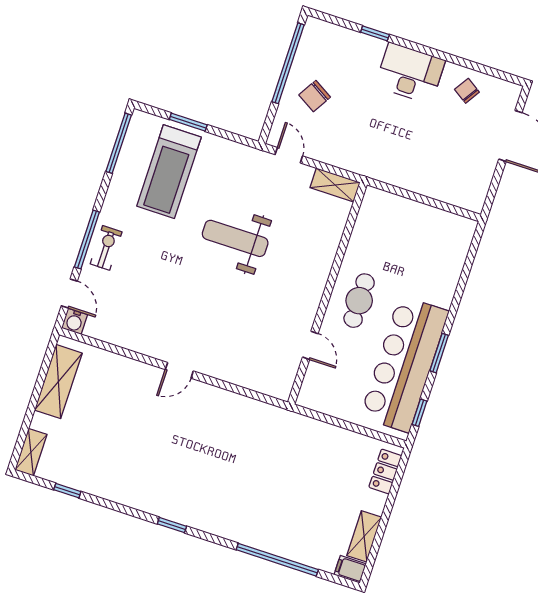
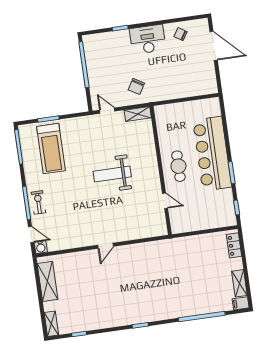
chair: (315, 96) -> (136, 86), moved
weight bench: (235, 238) -> (112, 174), moved
bar counter: (404, 364) -> (212, 154), moved

